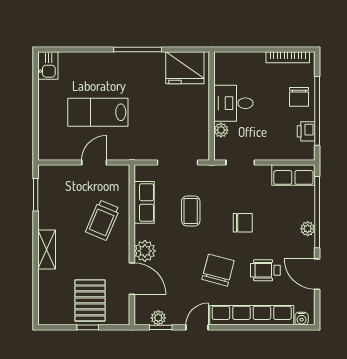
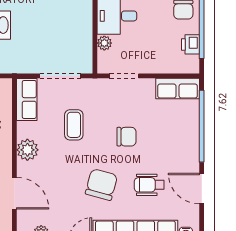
row of seats: (144, 202) -> (27, 99), moved
plant: (308, 229) -> (192, 143), removed
plant: (145, 251) -> (27, 150), moved

